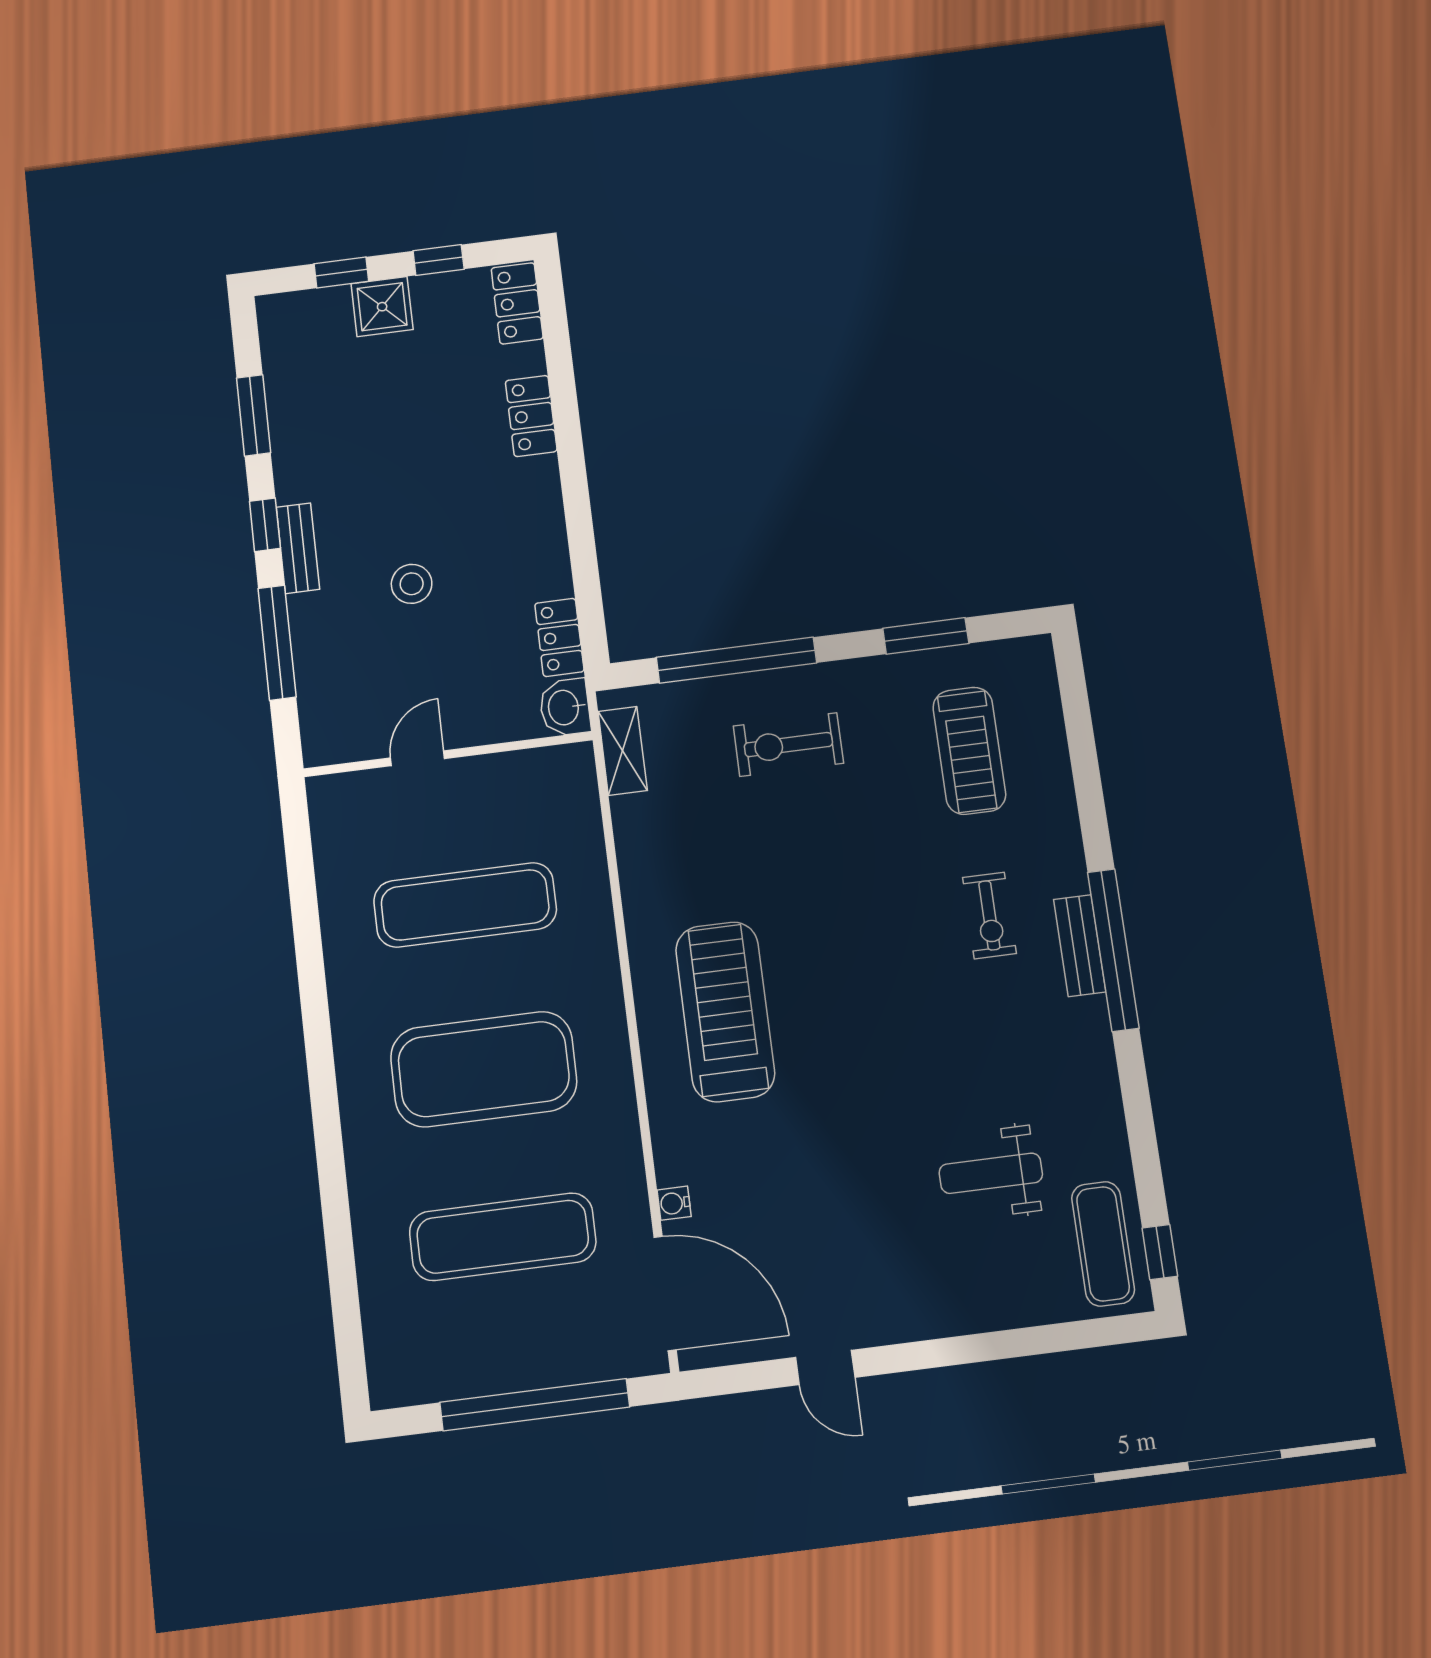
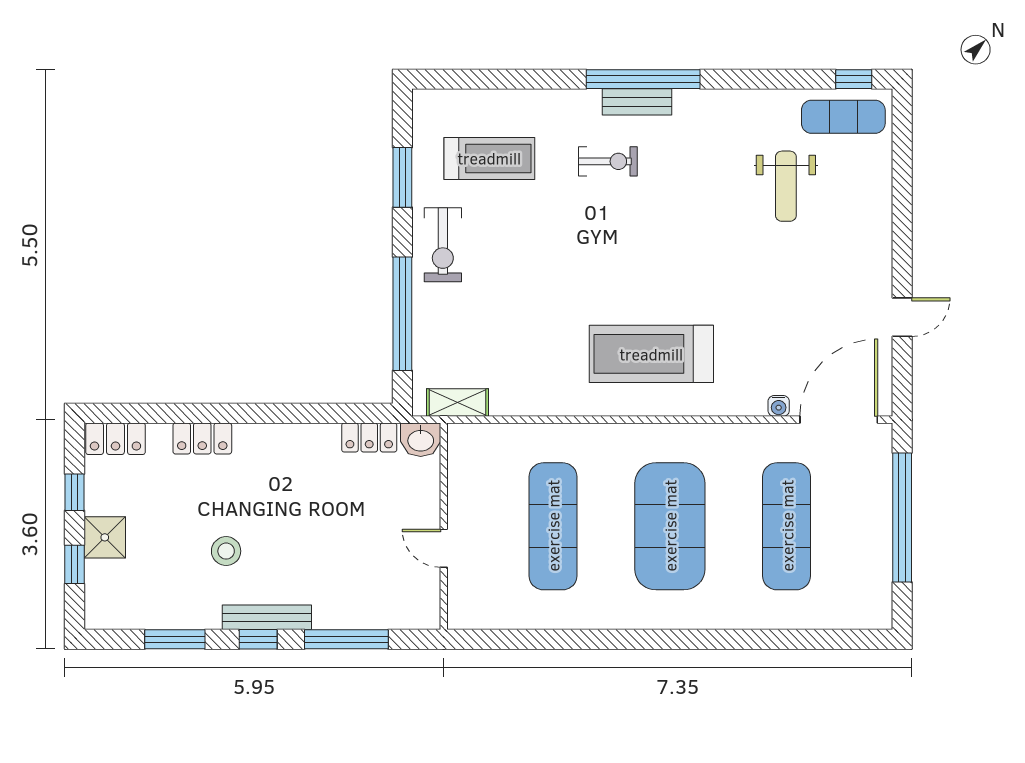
bench: (298, 548) -> (267, 617), width x1.36
stool: (412, 584) -> (226, 551), moved
exercise bike: (788, 745) -> (443, 245), moved

